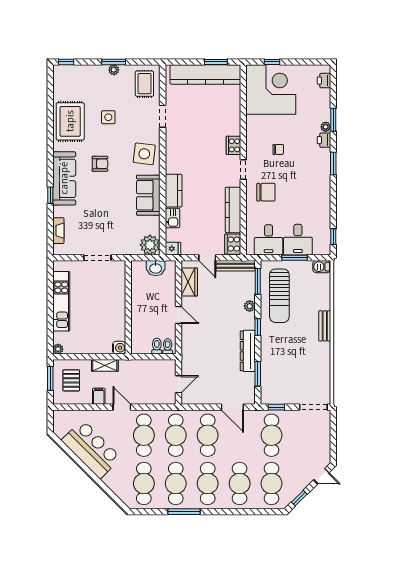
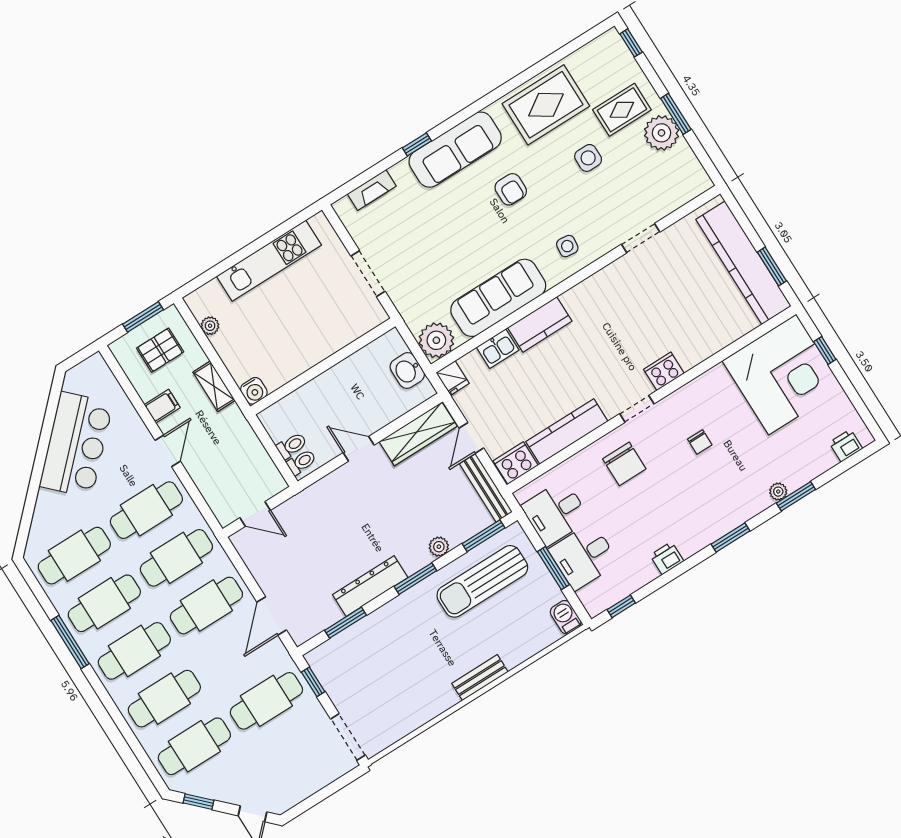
plant: (114, 70) -> (662, 133), width x1.87, depth x1.87
rug: (144, 84) -> (622, 110), moved
printer: (324, 140) -> (667, 558), moved
side table: (144, 154) -> (567, 246), width x0.54, depth x0.54
sofa: (148, 195) -> (498, 298), width x1.36
wardrobe: (189, 282) -> (418, 434), width x1.50
door: (178, 315) -> (359, 449), swing flipped
window: (258, 327) -> (415, 579), width x1.50
plant: (58, 349) -> (210, 326), moved

